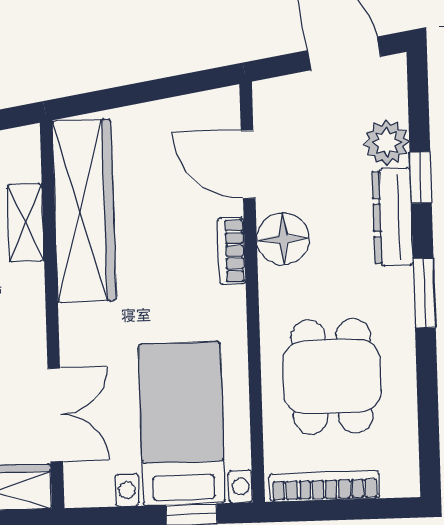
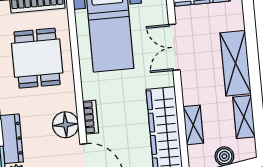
double door: (55, 415) -> (174, 47), moved

